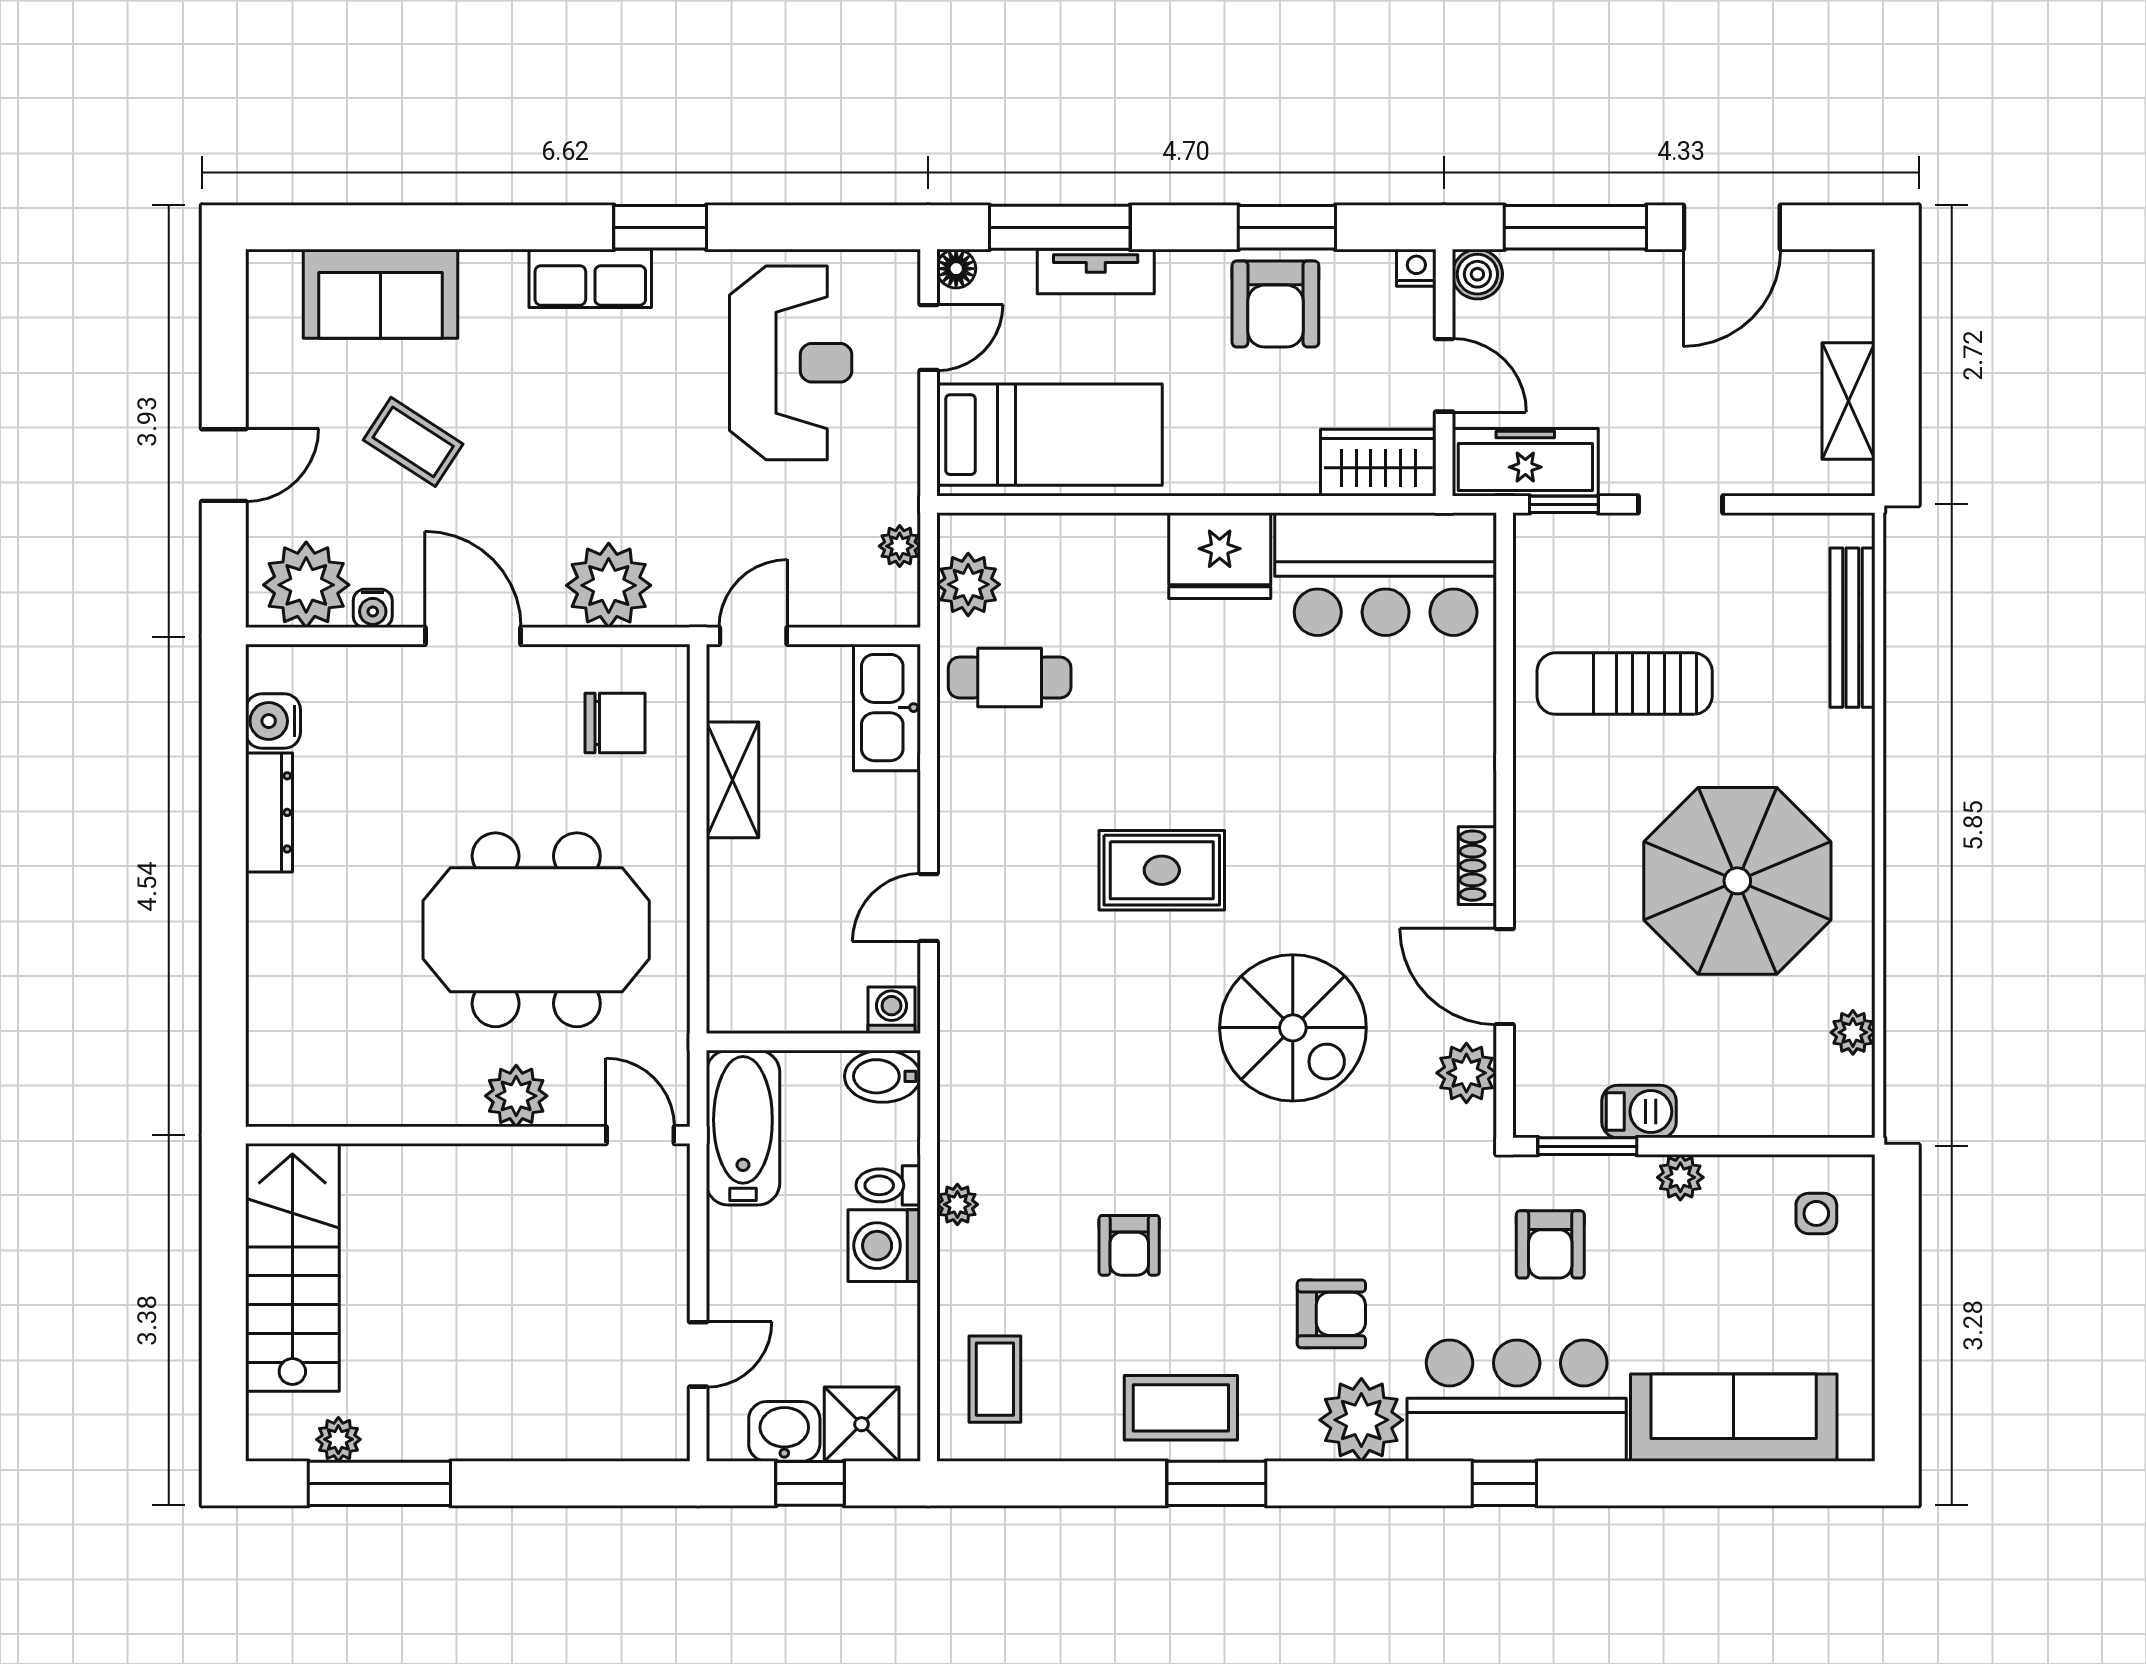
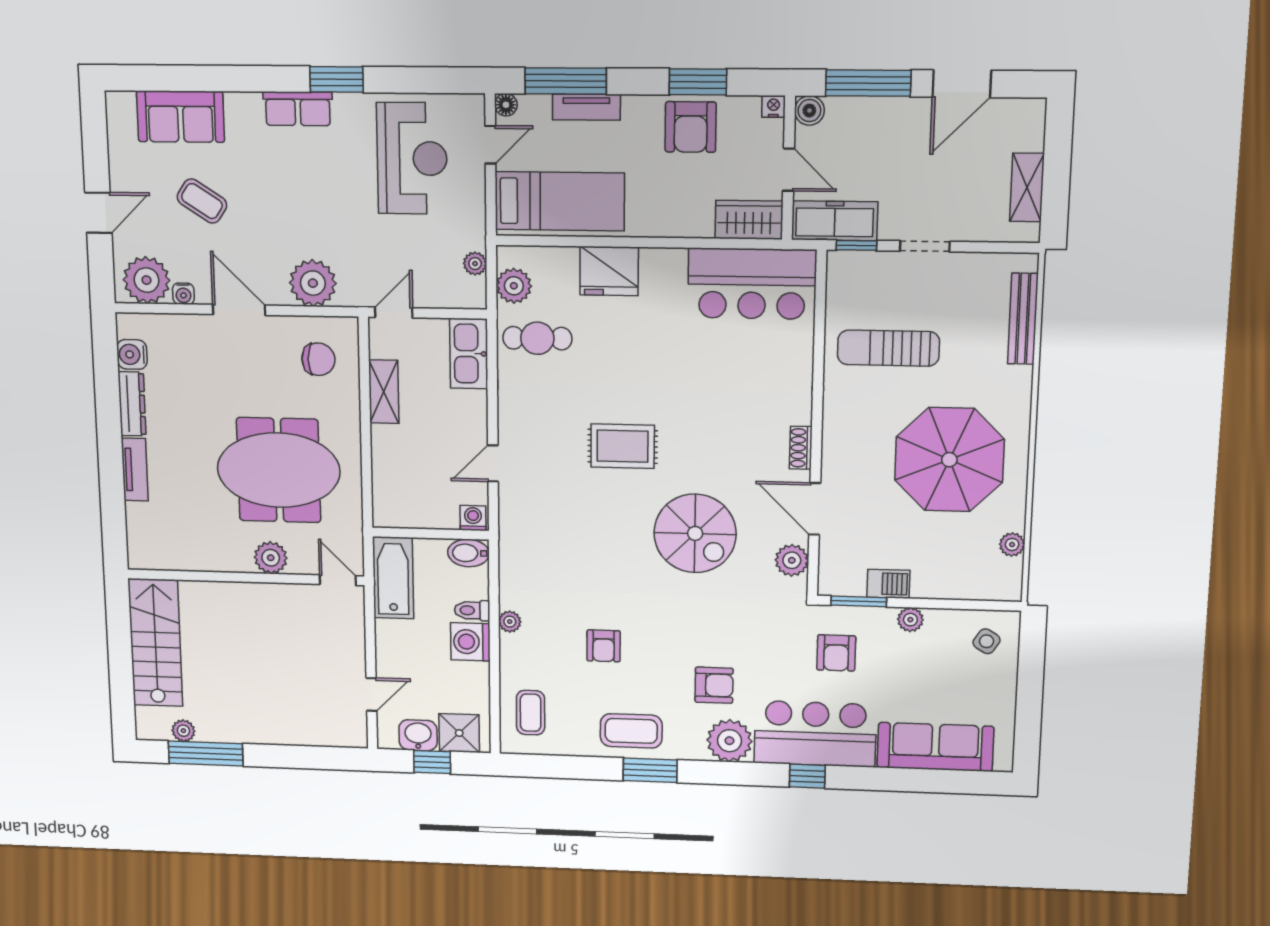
fridge: (1220, 556) -> (609, 271), moved
tv unit: (268, 935) -> (135, 470), added
side table: (1816, 1213) -> (987, 641), turned 32

